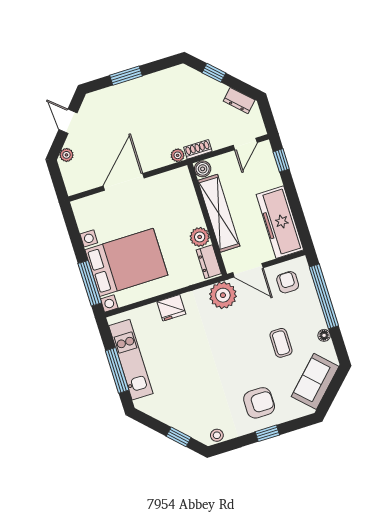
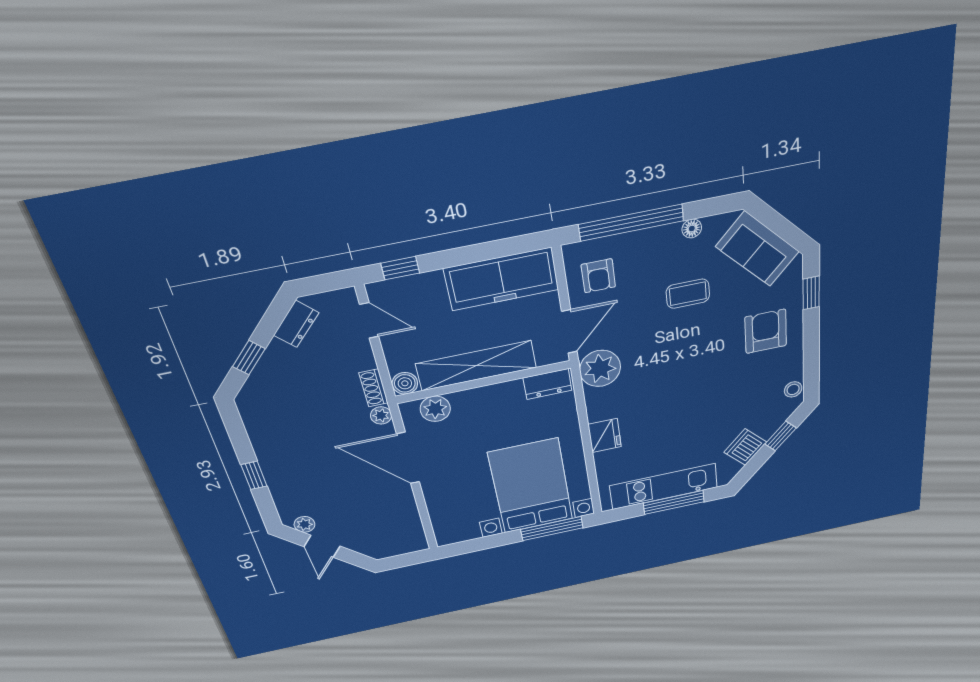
window: (126, 76) -> (254, 475), width x0.67
door: (68, 121) -> (322, 546), hinge flipped
plant: (66, 155) -> (305, 524), moved
door: (124, 182) -> (408, 458), moved
plant: (200, 237) -> (435, 409), moved
armchair: (288, 282) -> (598, 276), turned -90
dishwasher: (168, 413) -> (745, 447), added
window: (267, 433) -> (811, 293), moved

